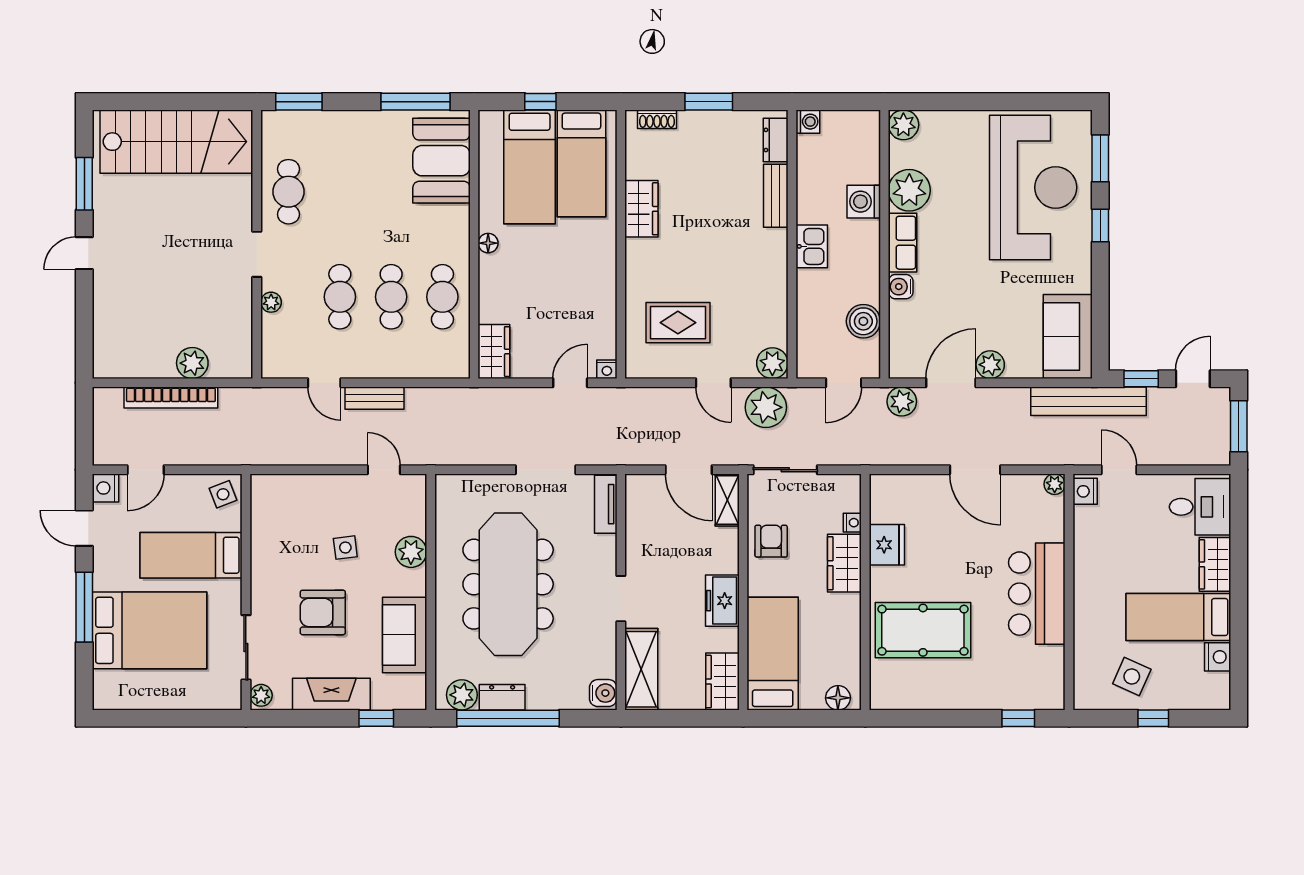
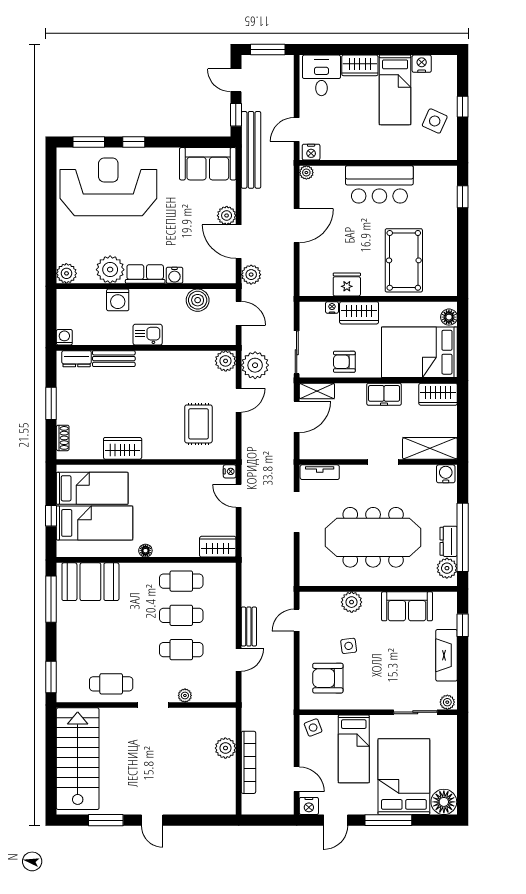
armchair: (323, 612) -> (328, 678), moved, turned 90
bed: (773, 654) -> (419, 352), width x1.50
floor lamp: (112, 690) -> (444, 802), added

